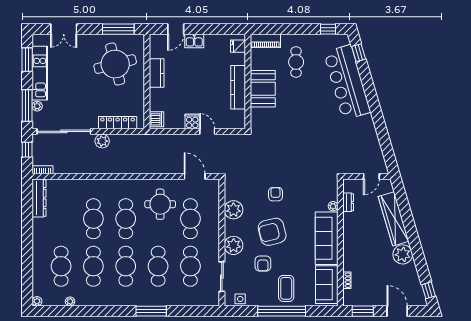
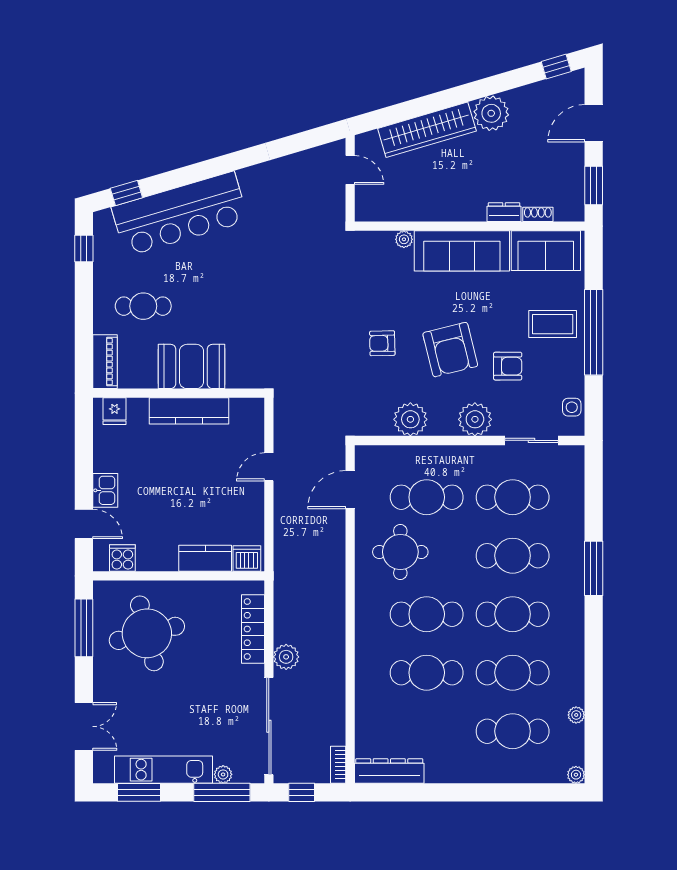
kitchen counter: (157, 73) -> (205, 558), moved
cooker: (192, 122) -> (122, 558), moved, turned 90
dresser: (348, 202) -> (504, 212), moved

